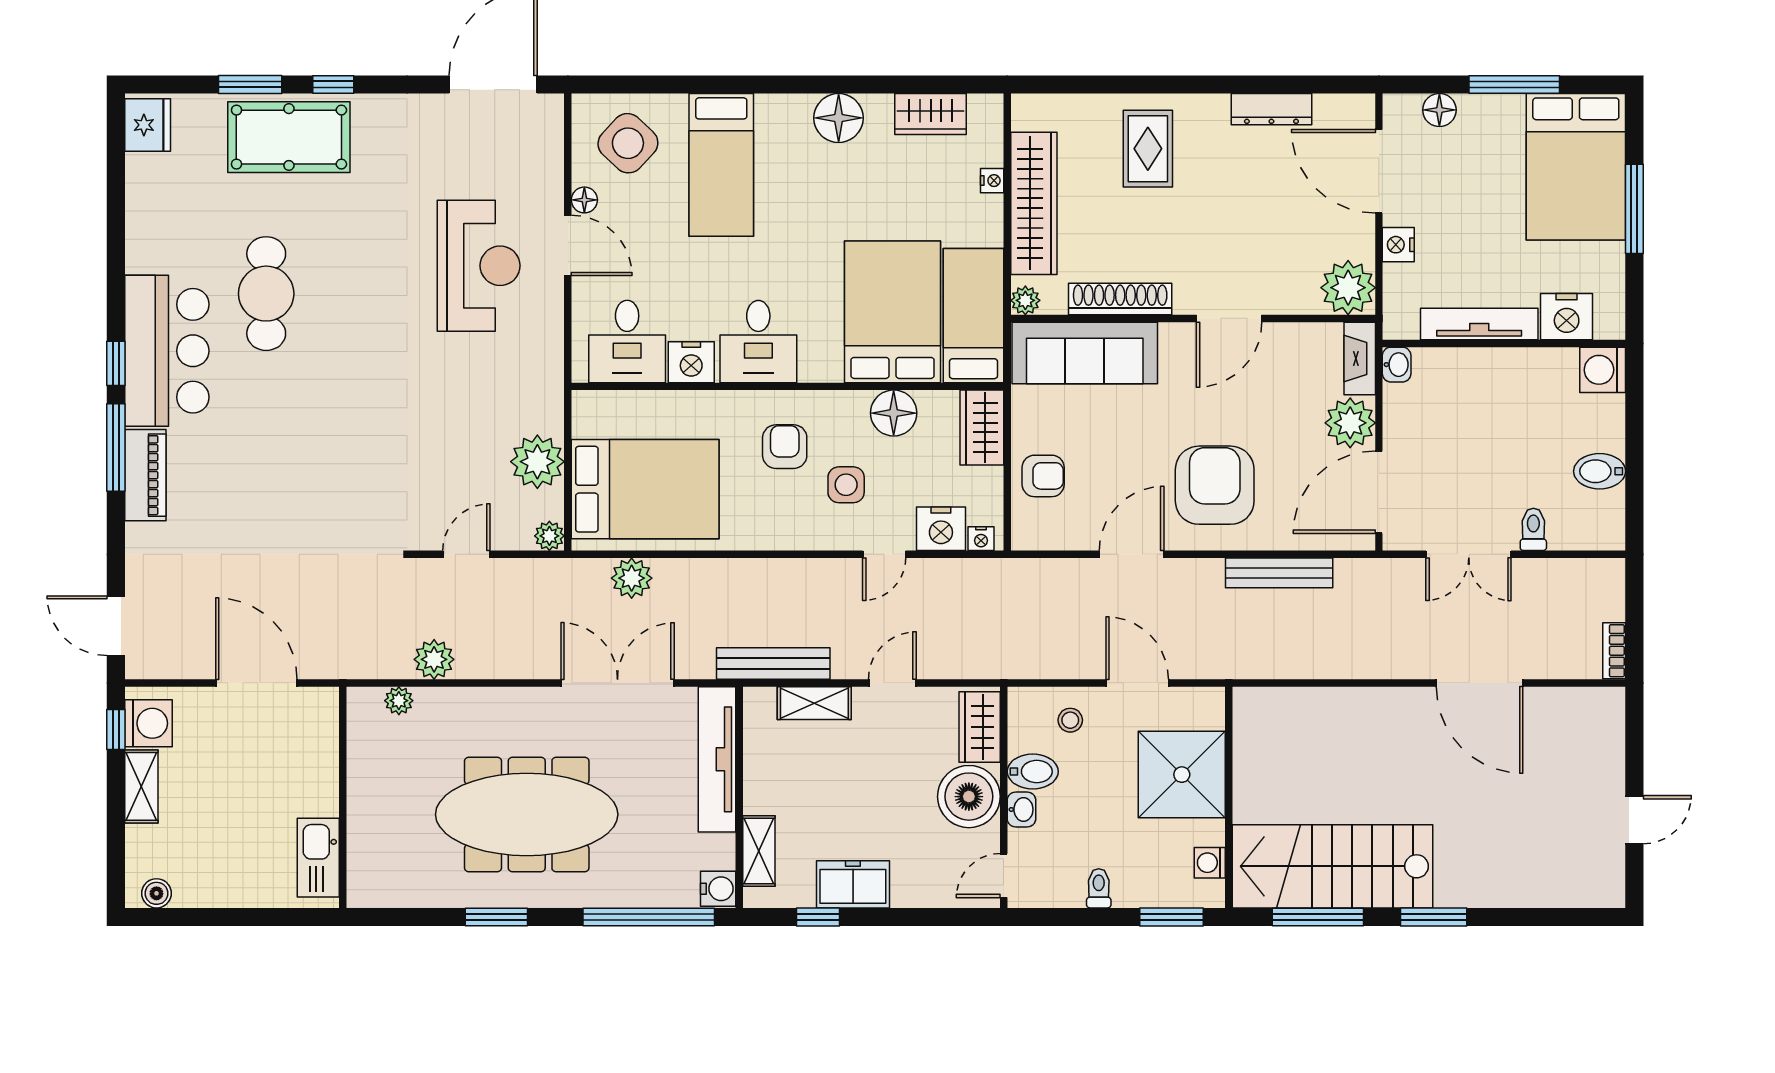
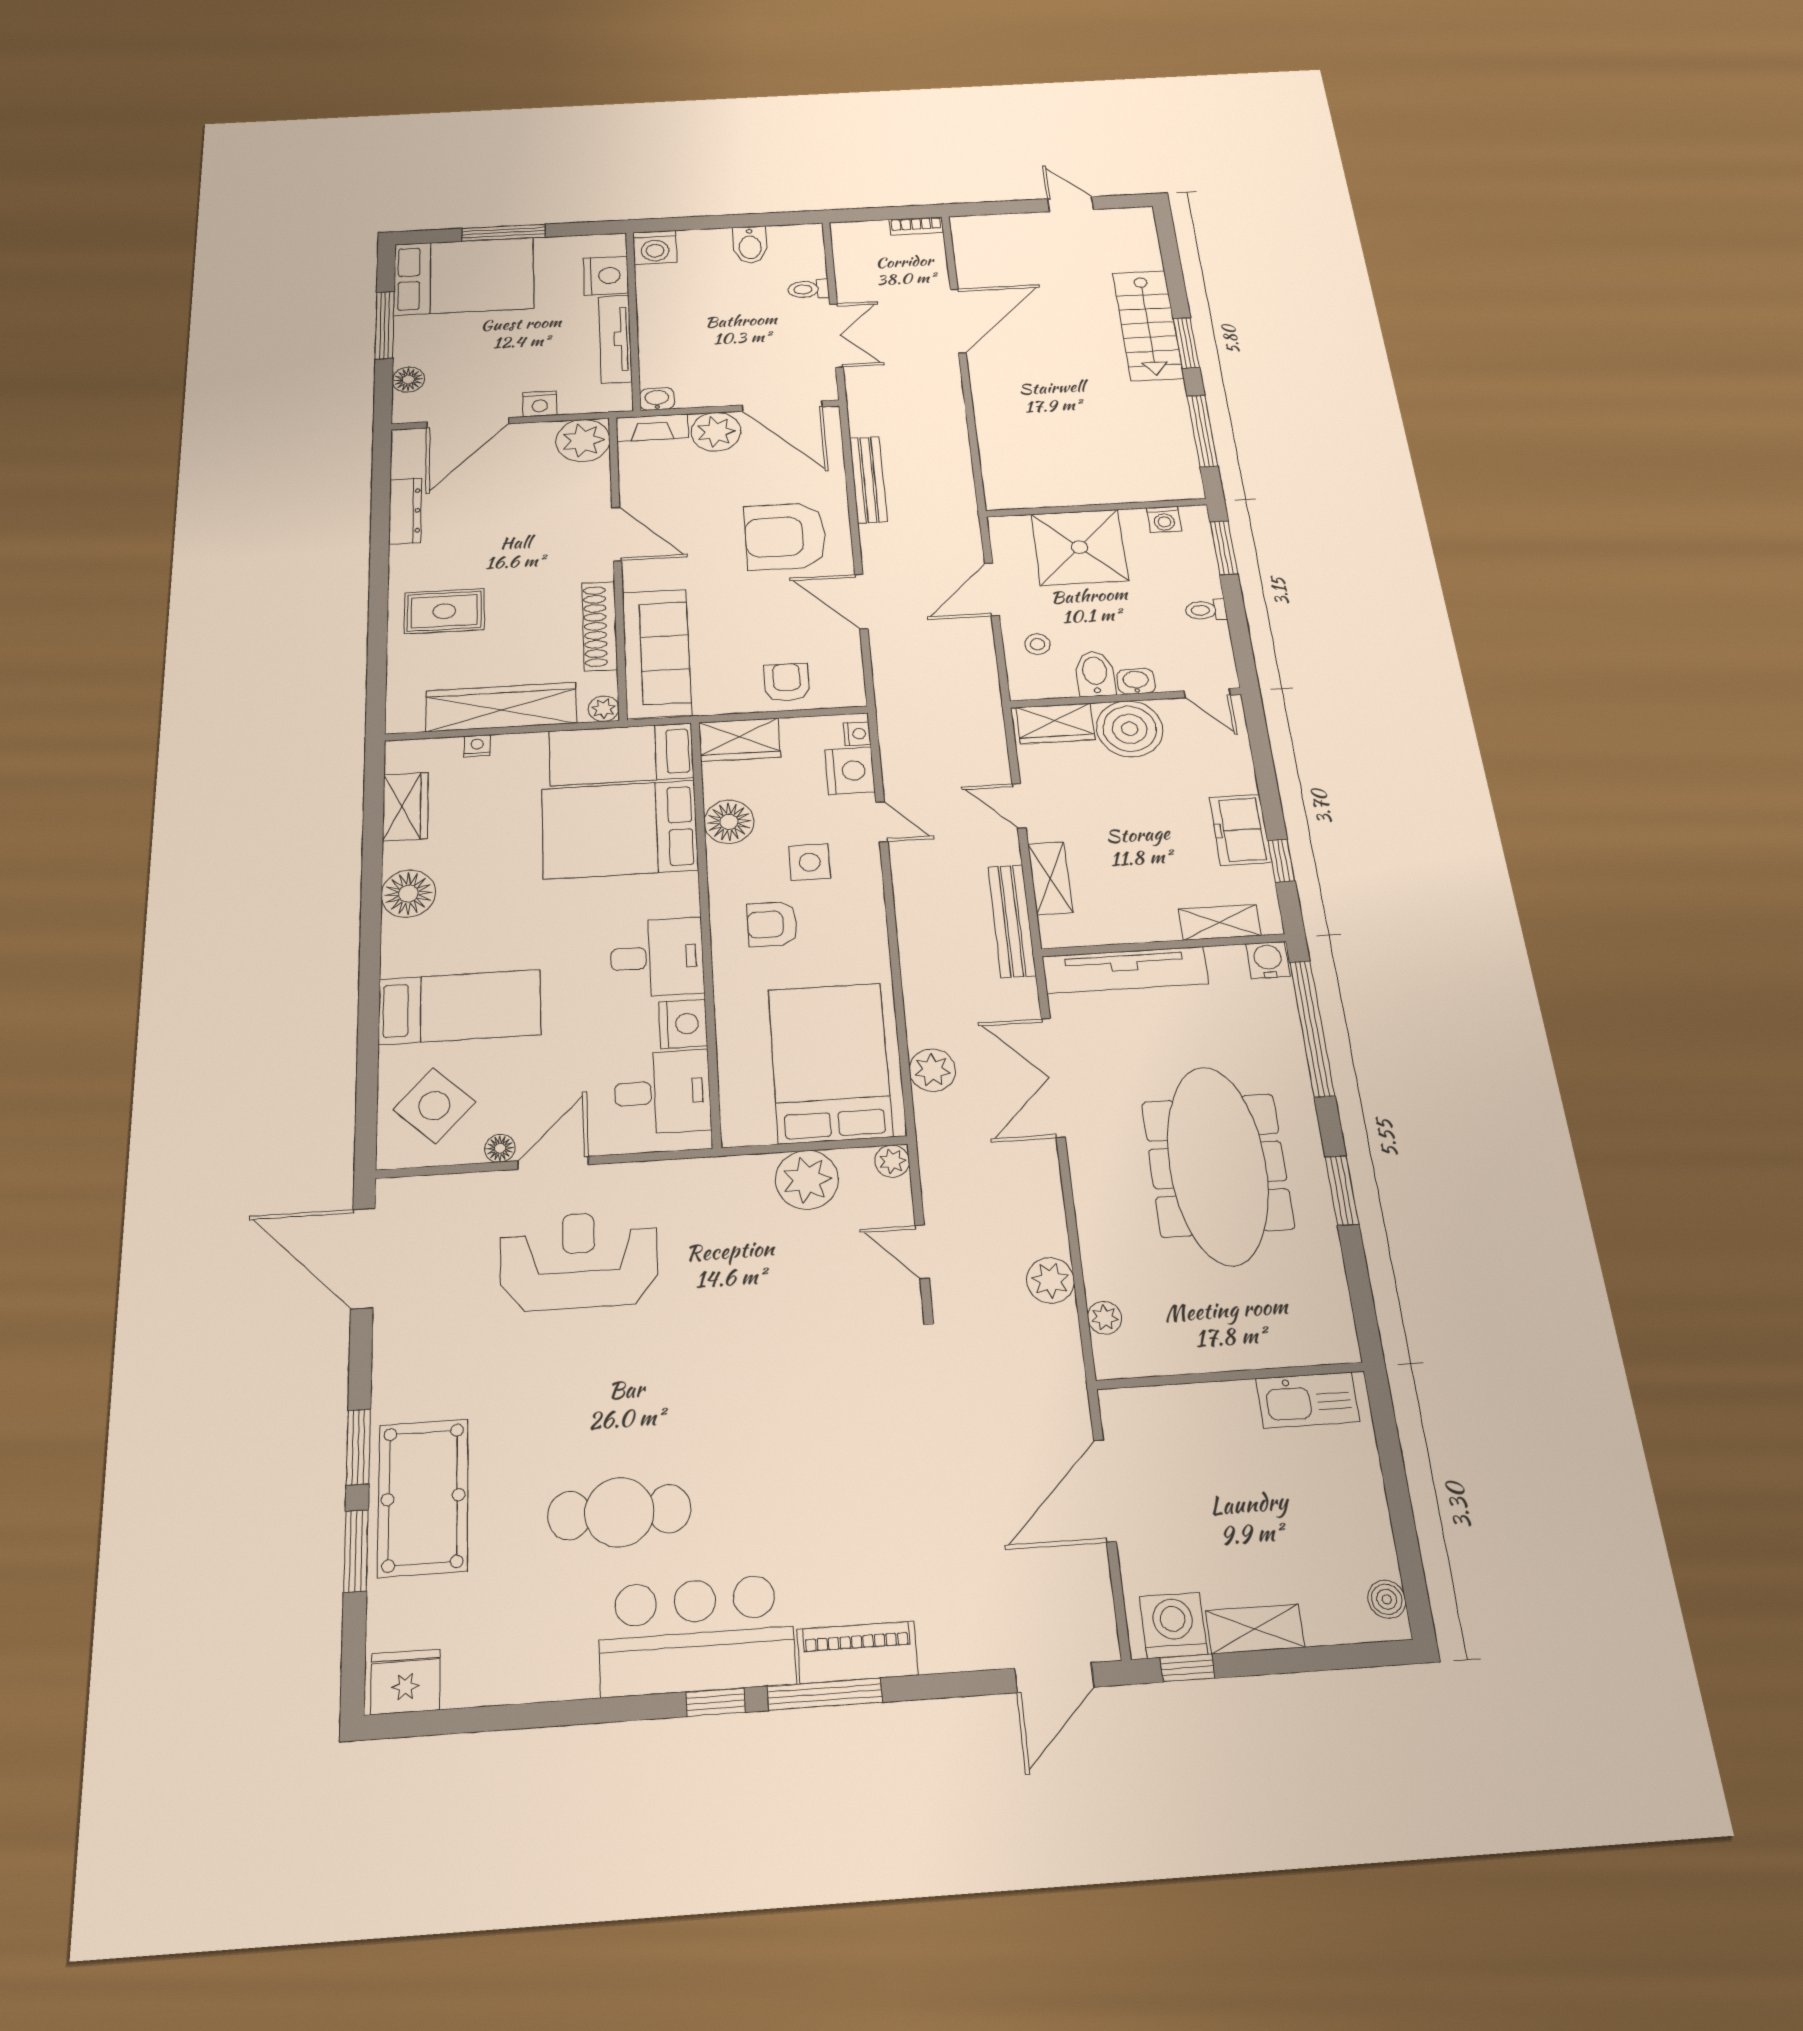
window: (333, 84) -> (358, 1447), width x1.50
stairs: (1332, 866) -> (1148, 325), moved, width x0.73, depth x0.66

